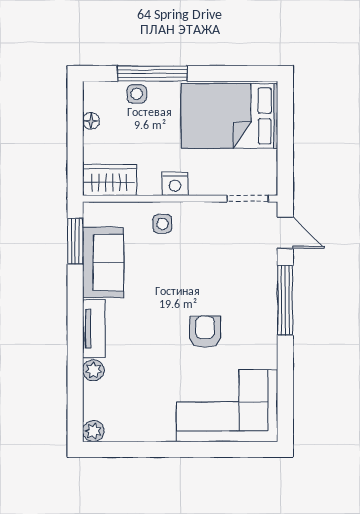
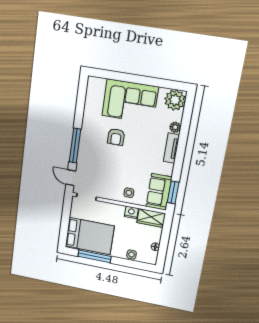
window: (152, 73) -> (95, 256), moved
nightstand: (175, 184) -> (131, 212), moved
sofa: (103, 262) -> (159, 192), moved
corner sofa: (227, 406) -> (130, 101), moved
plant: (93, 431) -> (175, 100), width x1.87, depth x1.87

